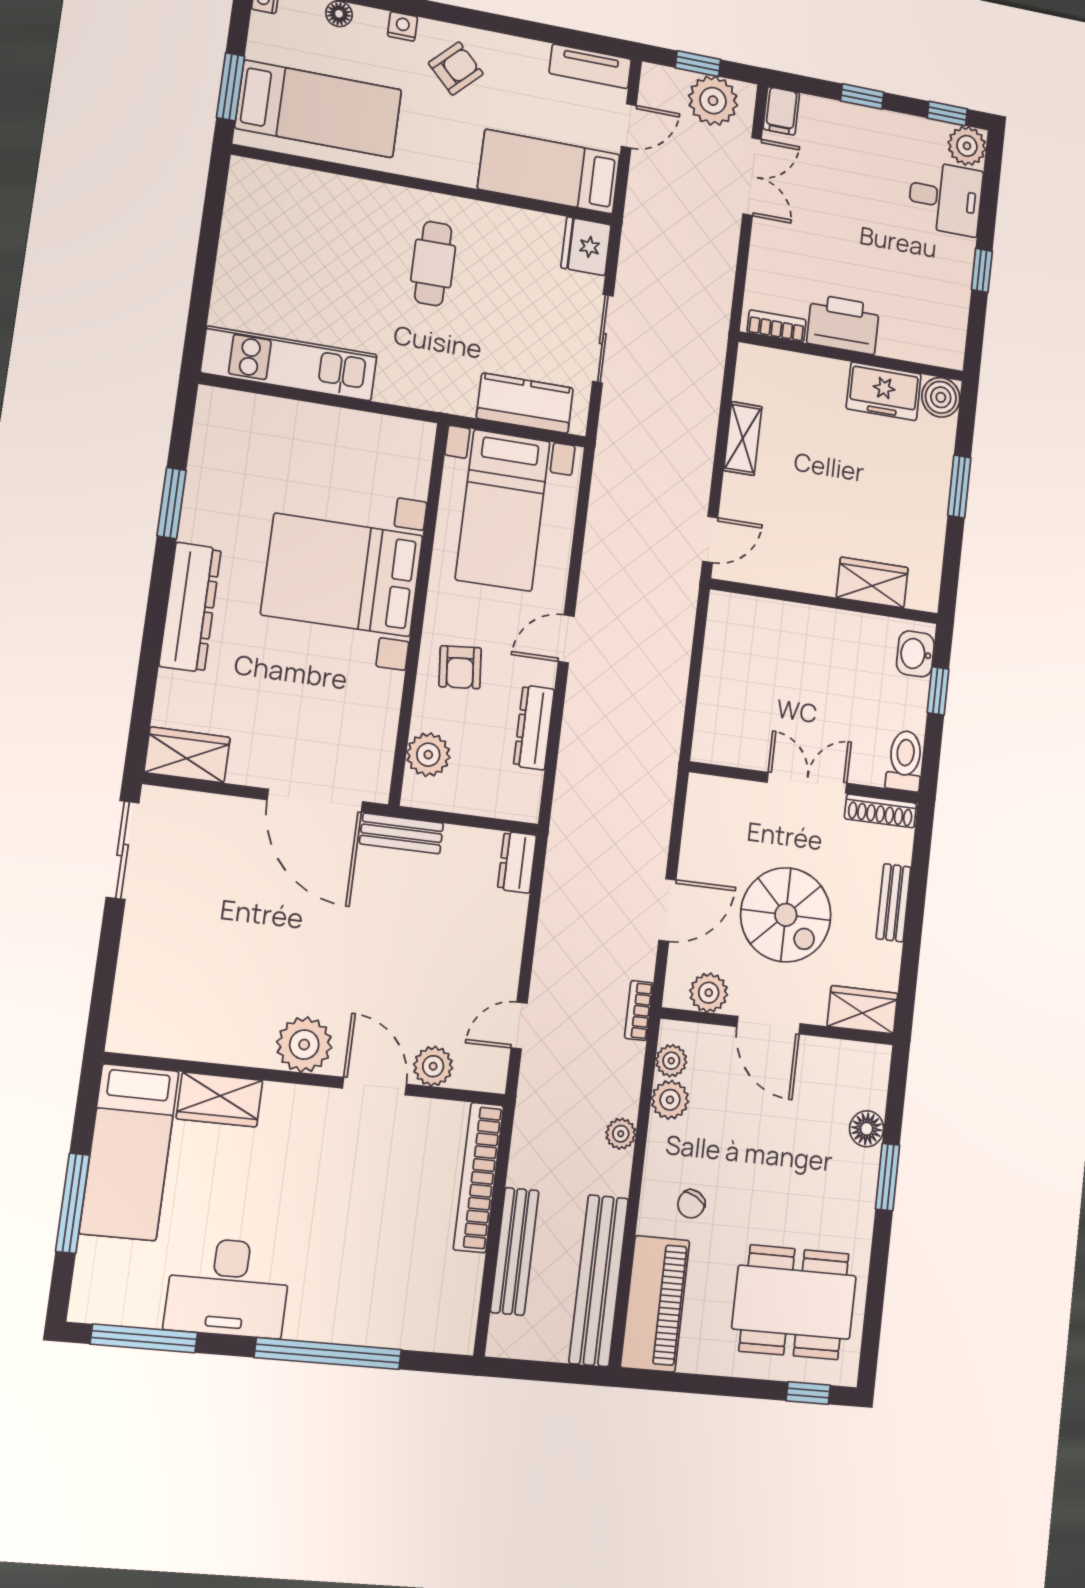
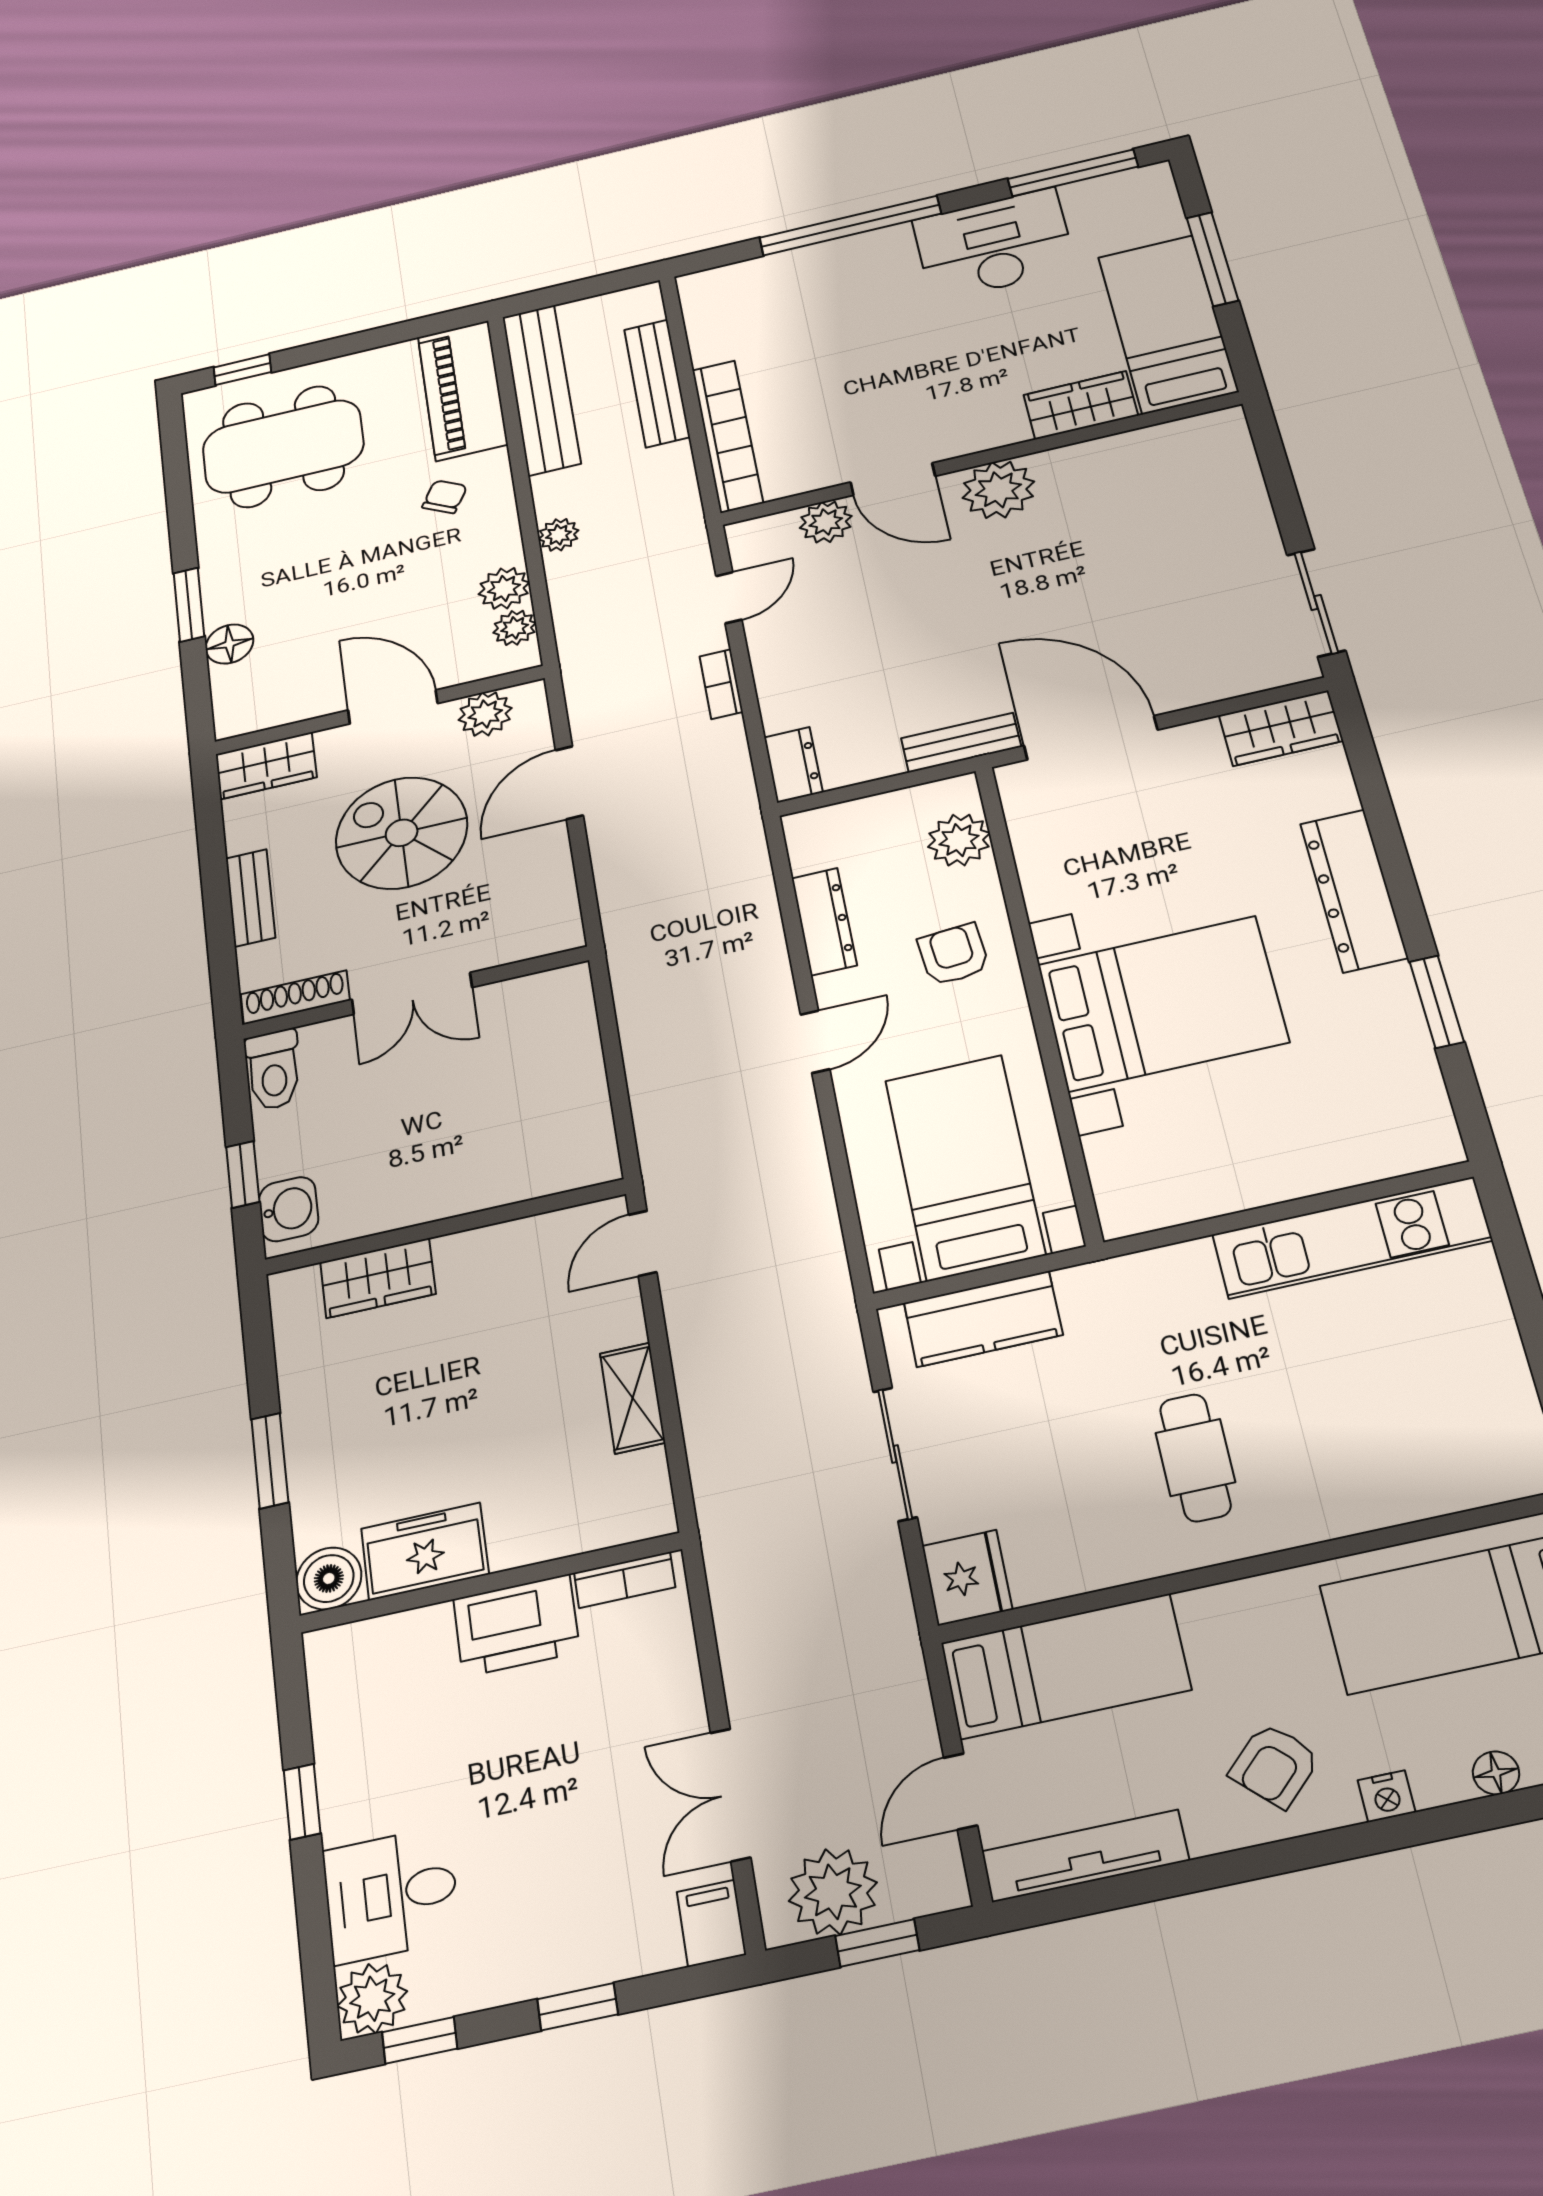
tv unit: (590, 66) -> (1085, 1856), width x1.41
bookcase: (639, 1010) -> (721, 684), moved, turned 180

